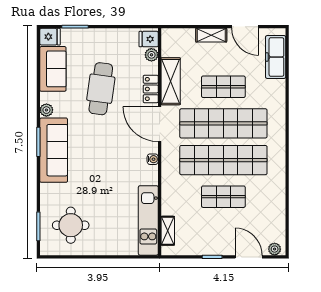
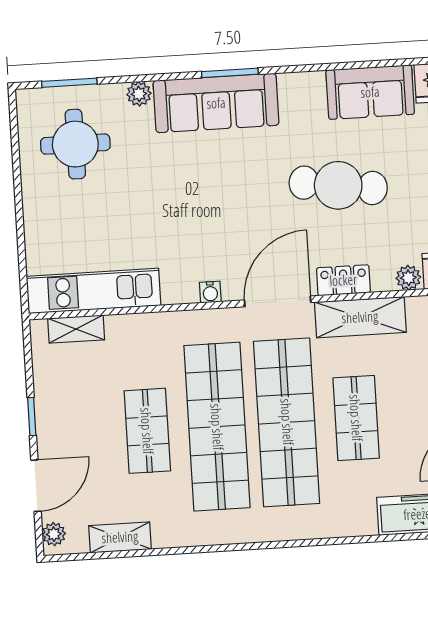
plant: (46, 110) -> (139, 94), moved
shelving: (278, 214) -> (120, 537), added

